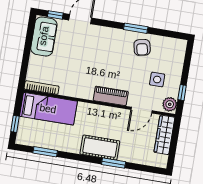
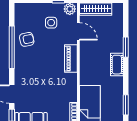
window: (136, 28) -> (12, 47), width x2.11
cot: (100, 148) -> (117, 65), width x0.73, depth x0.75

